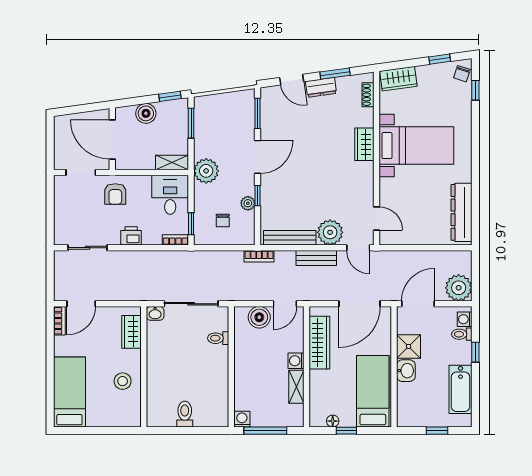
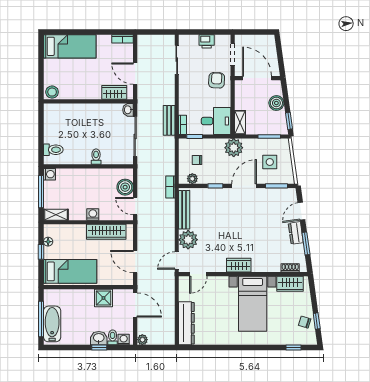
chair: (462, 74) -> (305, 322), moved
wardrobe: (398, 79) -> (290, 284), moved, turned -82
side table: (225, 122) -> (270, 162), added
door: (112, 139) -> (257, 78), hinge flipped
wardrobe: (364, 144) -> (239, 265), moved
door: (258, 157) -> (244, 186), swing flipped
armchair: (115, 194) -> (217, 80), turned 93
plant: (248, 203) -> (192, 179), moved
dresser: (462, 212) -> (186, 323), moved, turned 90
printer: (131, 236) -> (207, 41), moved, turned 90
bench: (316, 258) -> (169, 120), moved
plant: (459, 288) -> (142, 340), width x0.53, depth x0.53
door: (81, 304) -> (135, 74), moved
door: (360, 304) -> (135, 262), width x0.73
toilet: (218, 338) -> (96, 157), moved
washbasin: (406, 371) -> (99, 338), moved, turned 180
stool: (123, 381) -> (52, 92), moved
shelving: (296, 387) -> (56, 215), moved
bathtub: (460, 389) -> (52, 324), moved, turned 90
toilet: (185, 414) -> (53, 150), moved
window: (437, 431) -> (41, 319), width x2.17

